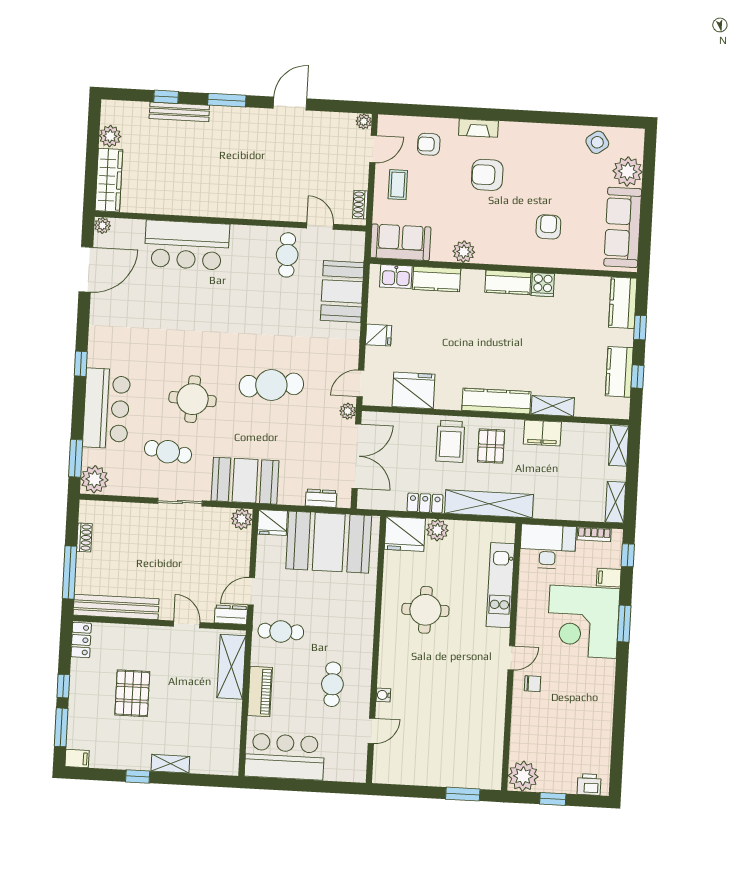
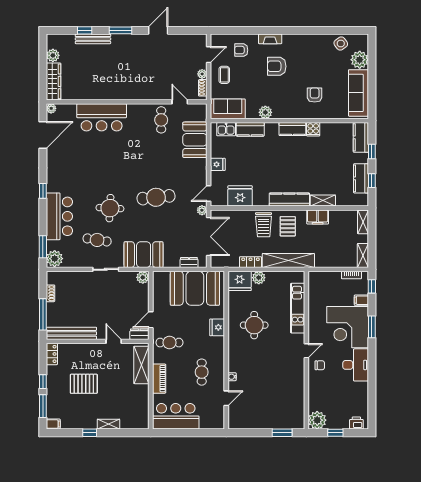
plant: (364, 121) -> (202, 74), moved
fridge: (272, 522) -> (217, 327), moved, turned 90
desk: (548, 547) -> (356, 365), moved, turned 90
pallet: (132, 693) -> (84, 384), turned 90

